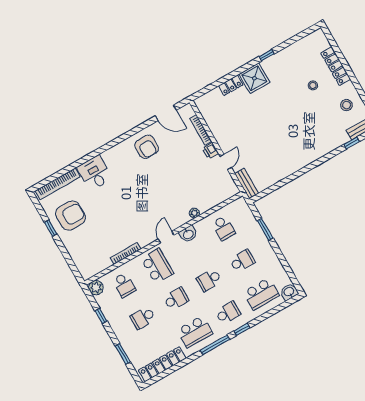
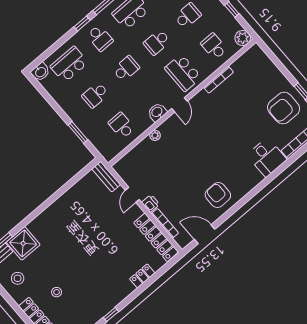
shower: (254, 78) -> (23, 243), moved
locker: (211, 119) -> (156, 237), added
school desk: (228, 313) -> (100, 38), turned -90

